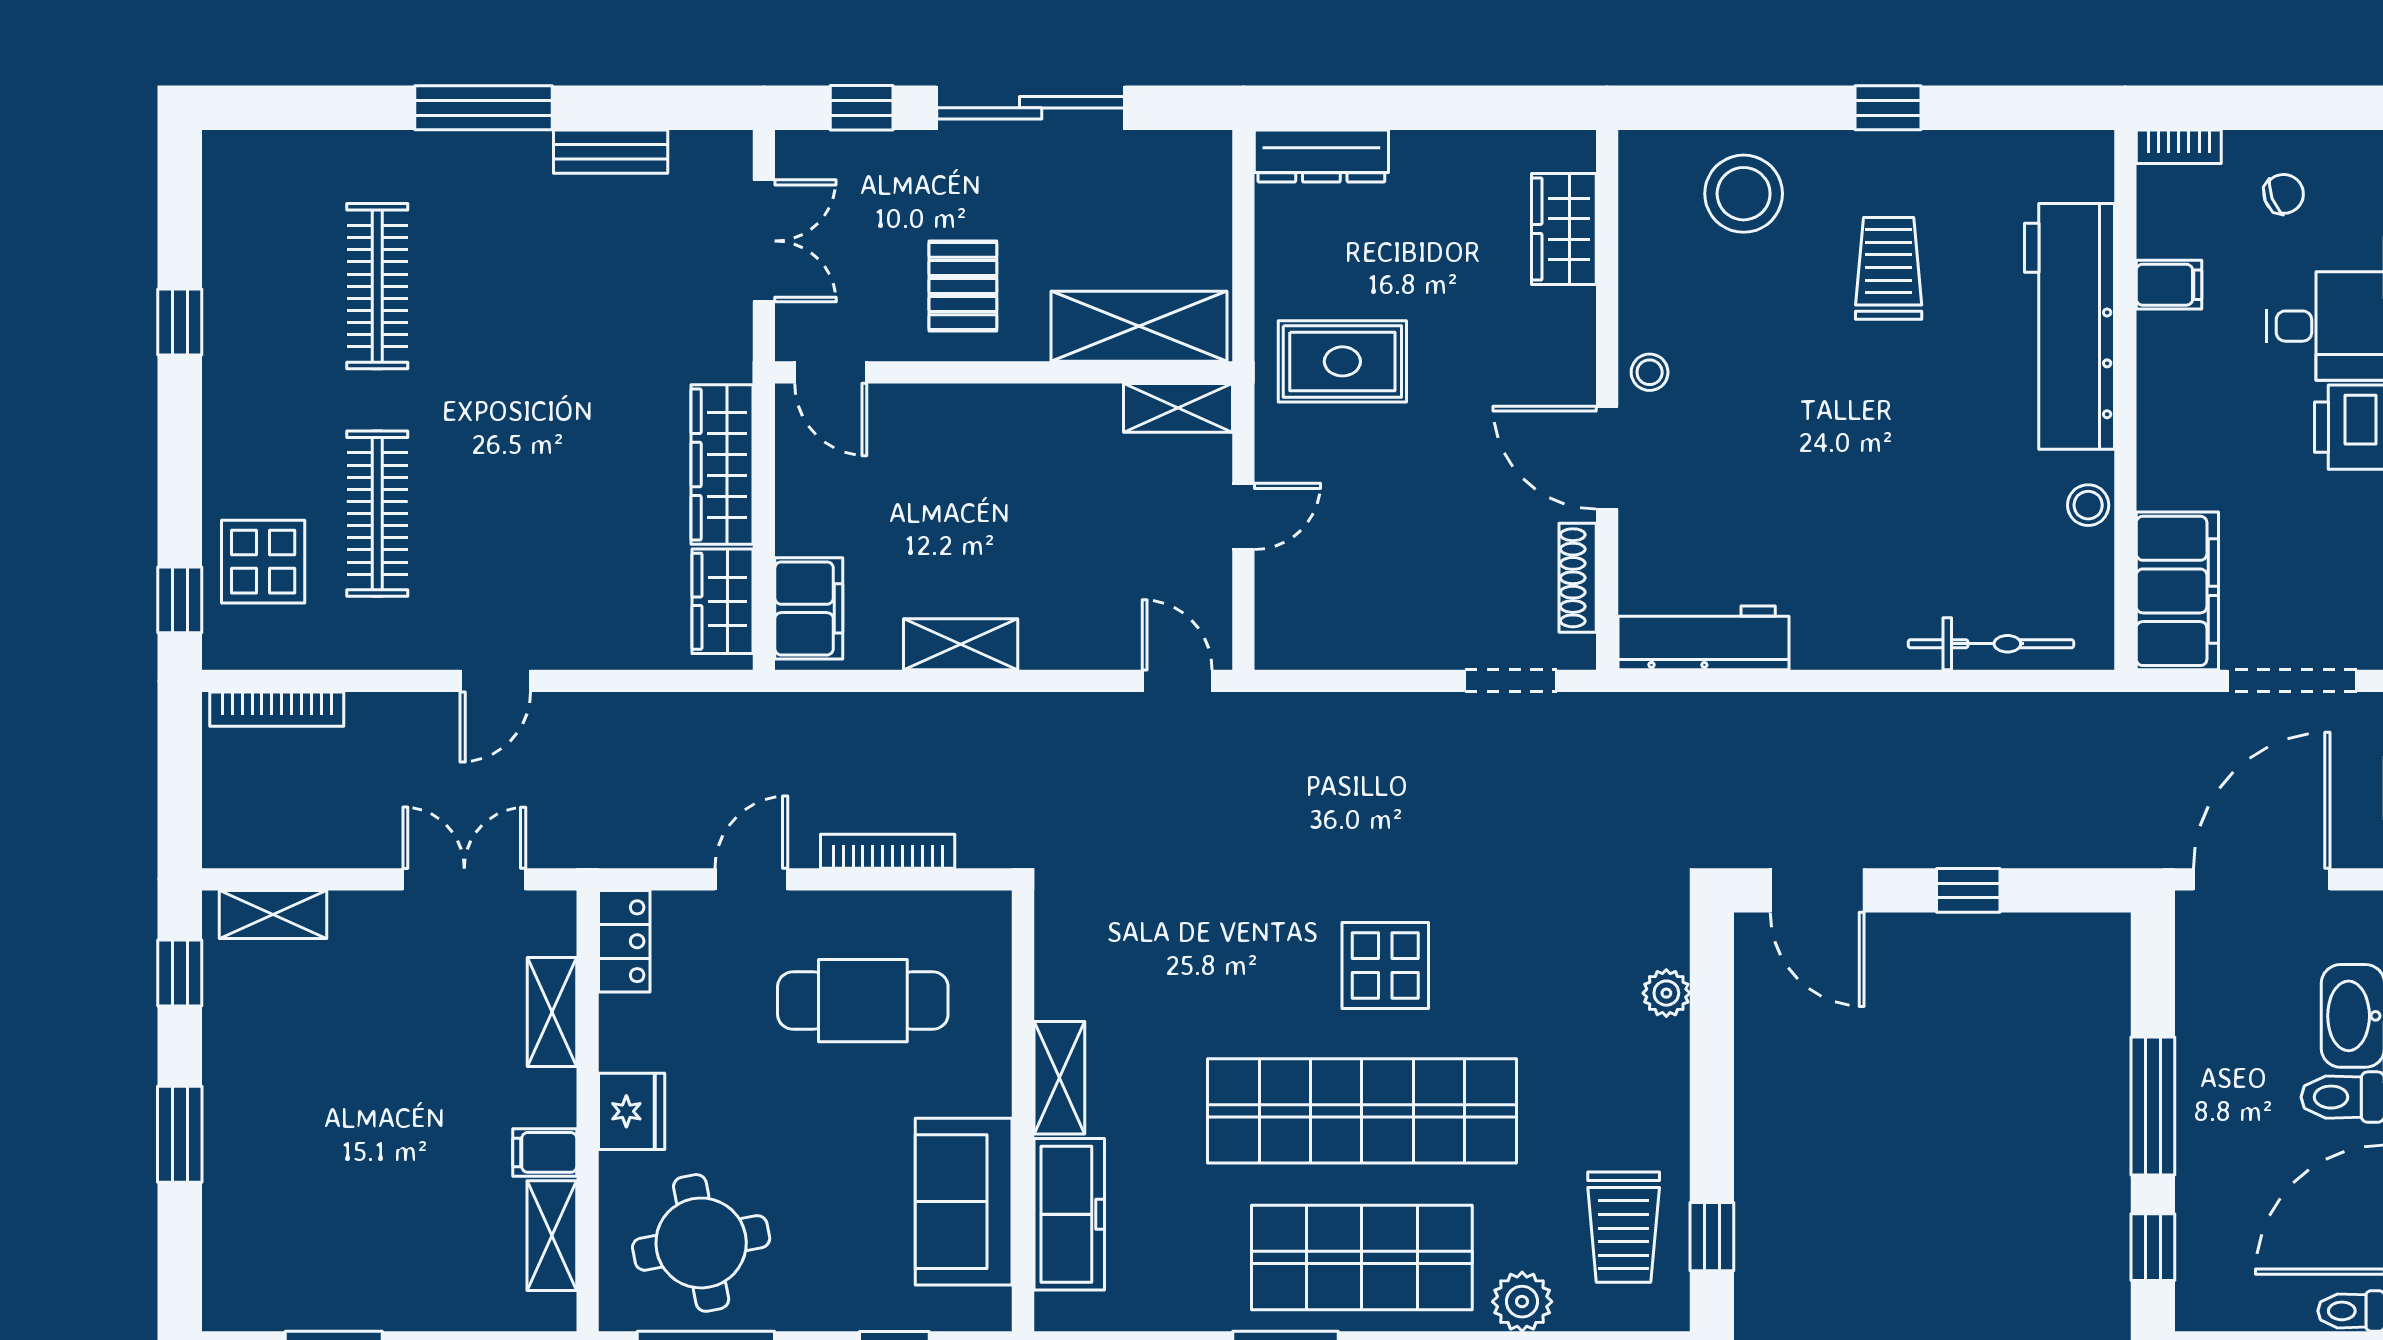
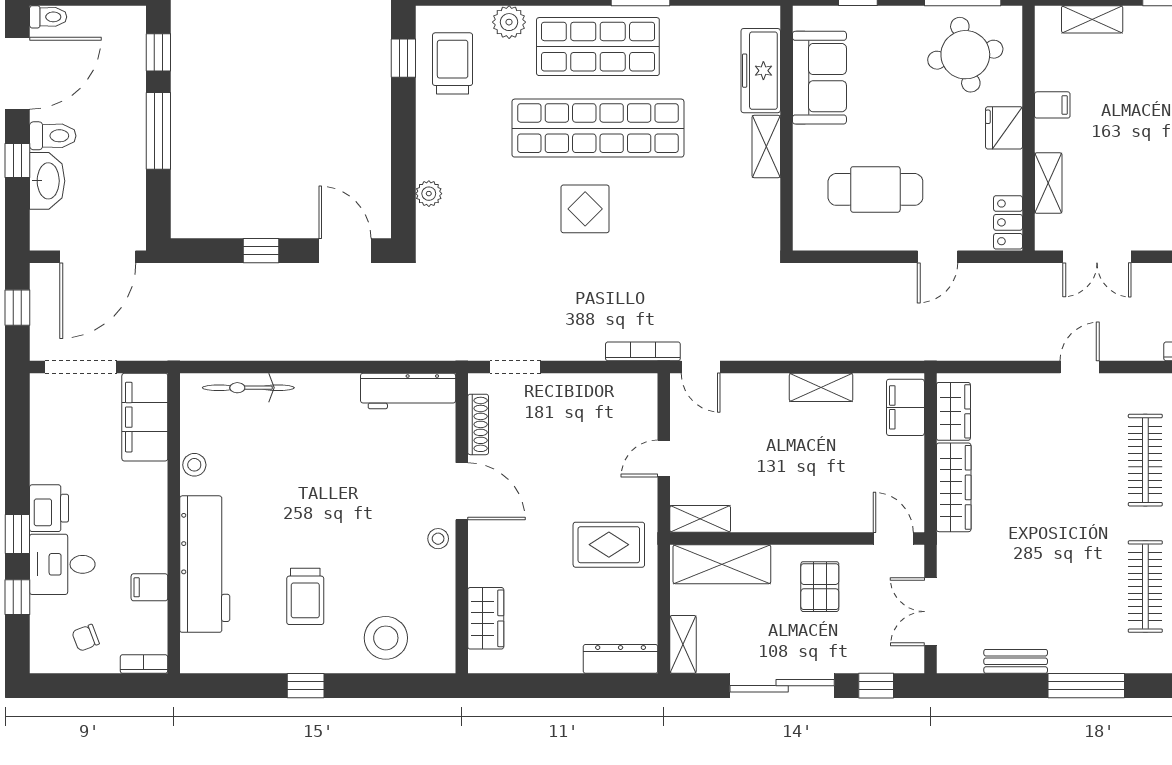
shelving: (1209, 182) -> (683, 644), added
bookcase: (888, 851) -> (643, 351), moved, turned 180
shelving: (552, 1236) -> (1092, 19), moved, turned 90

